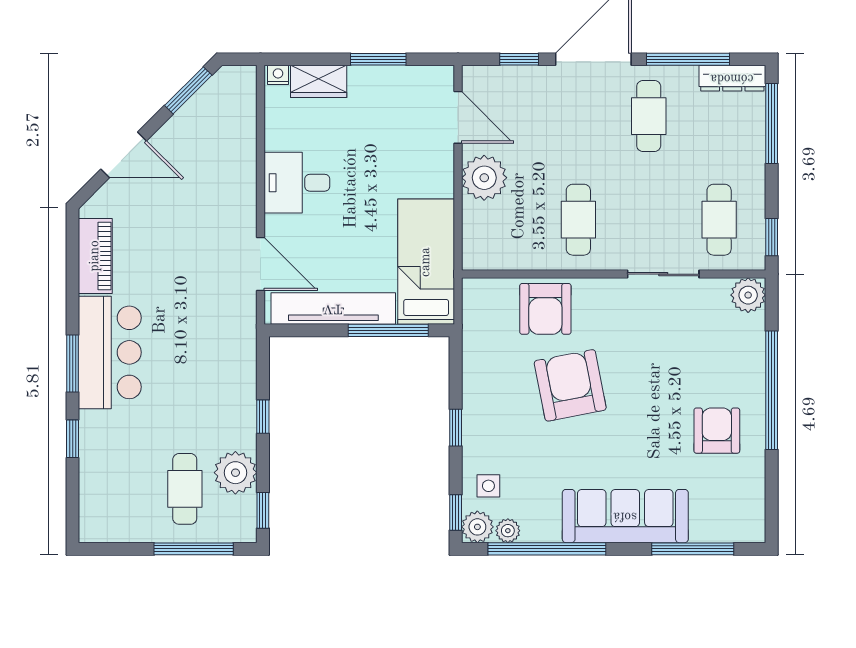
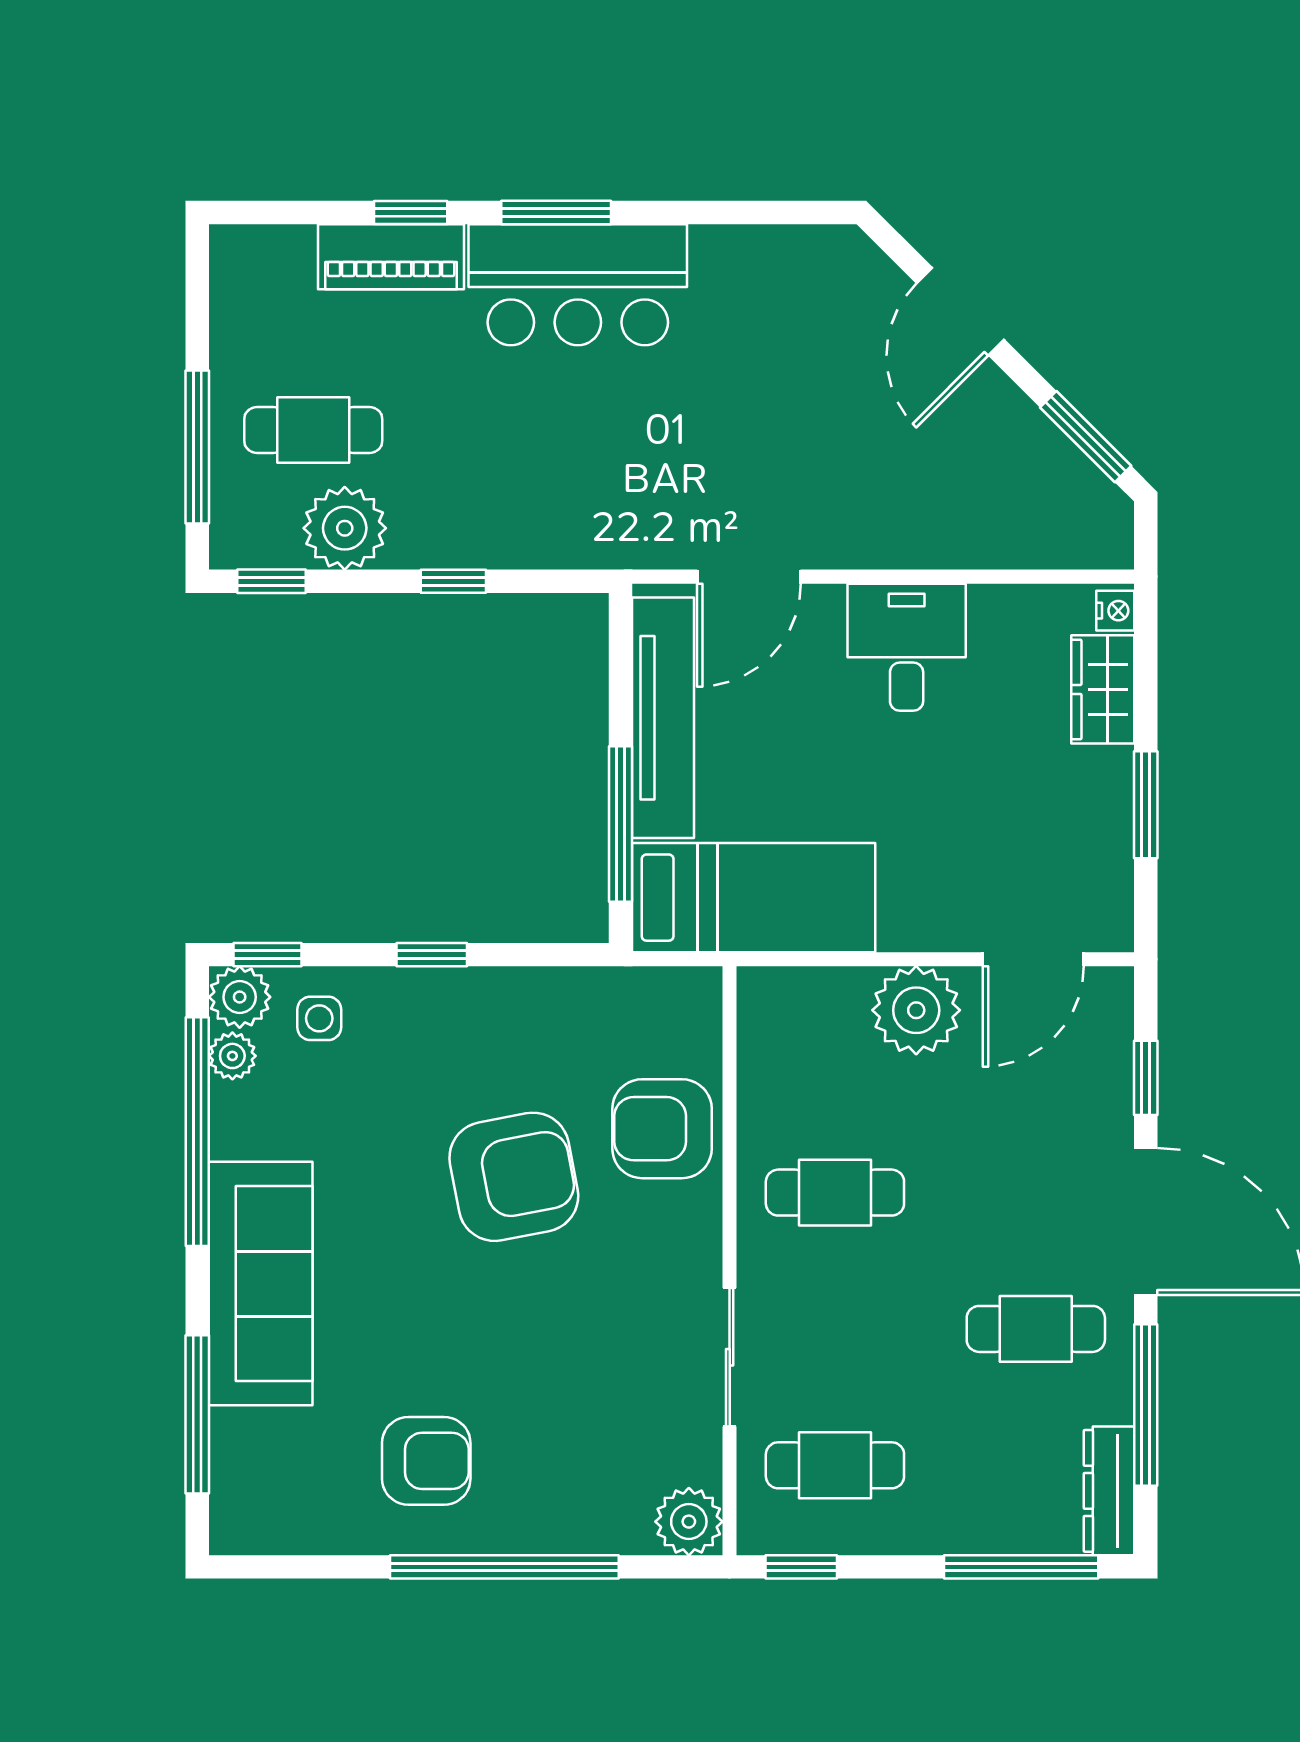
piano: (95, 256) -> (391, 257), moved

